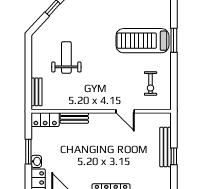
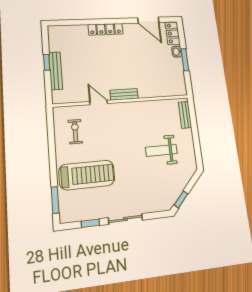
window: (174, 40) -> (55, 200), moved
weight bench: (66, 57) -> (161, 150), turned 90
bench: (74, 118) -> (124, 94), moved
locker: (45, 120) -> (174, 90), removed

